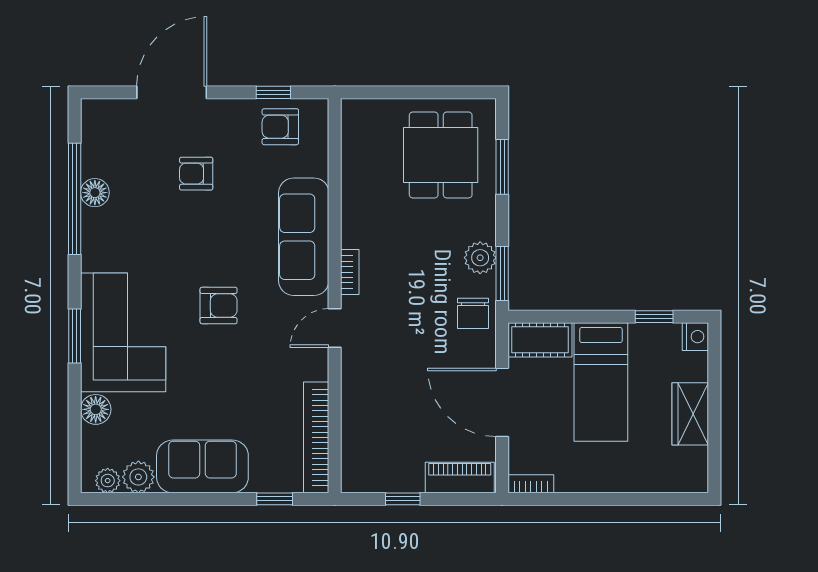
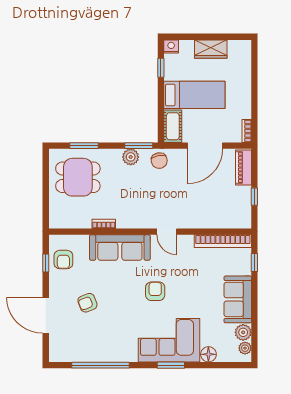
armchair: (196, 174) -> (87, 303), turned 69
floor lamp: (95, 193) -> (97, 355), removed
bookcase: (350, 272) -> (104, 224), moved
chair: (473, 313) -> (159, 161), turned 80

